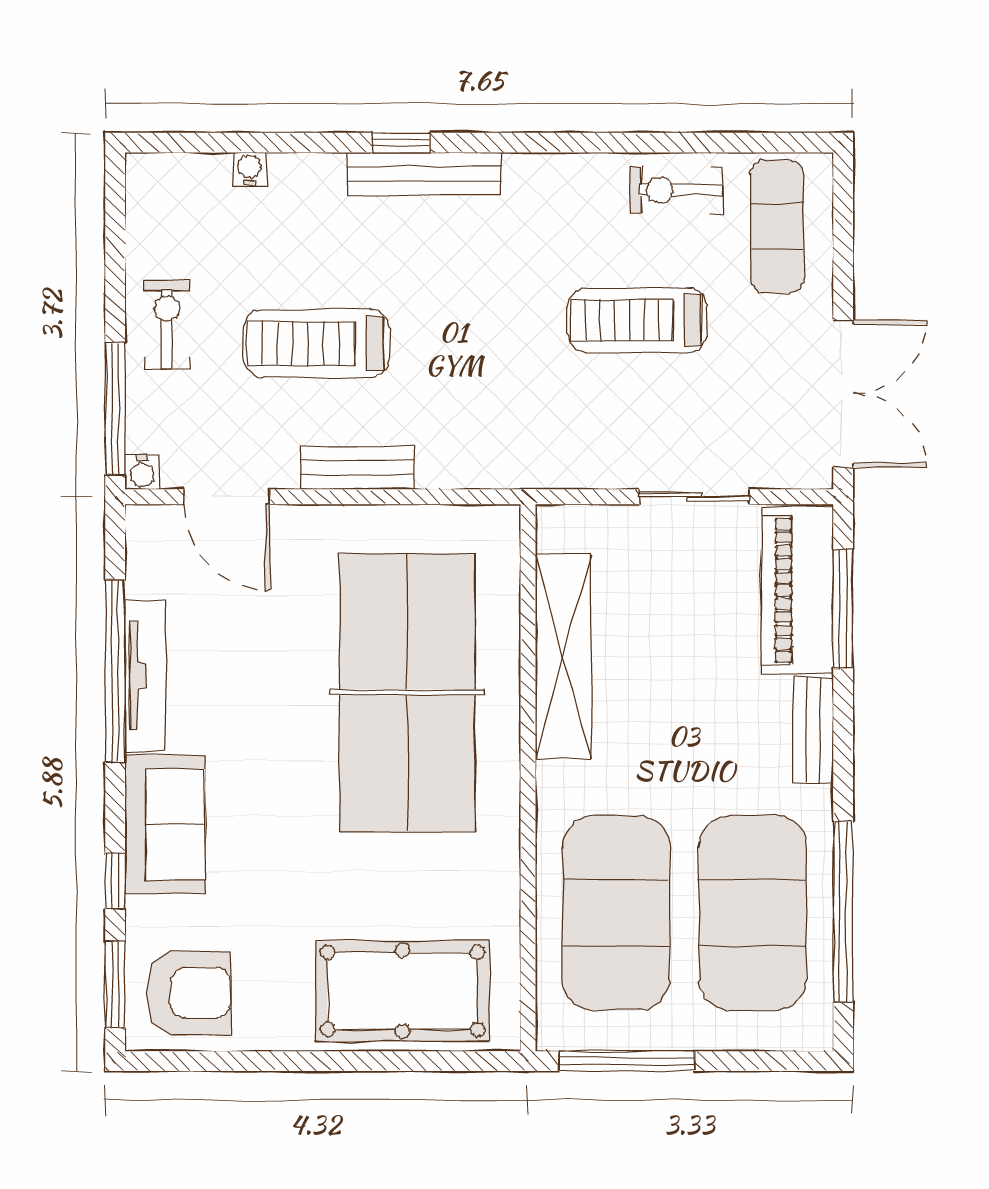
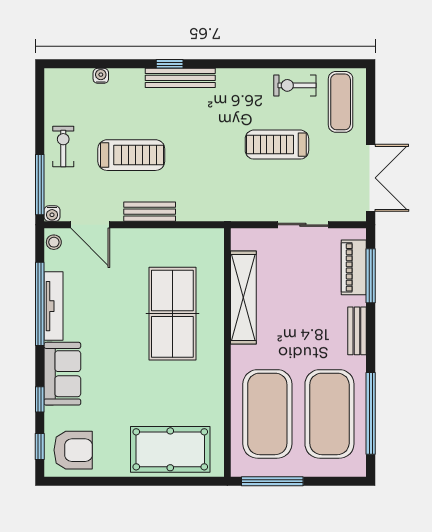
treadmill: (317, 343) -> (131, 155), turned 180
stool: (146, 535) -> (54, 242), added
piano: (797, 591) -> (354, 267), width x0.73, depth x0.75
table tennis table: (407, 692) -> (172, 314), width x0.73, depth x0.76
window: (115, 984) -> (40, 446), width x0.67

